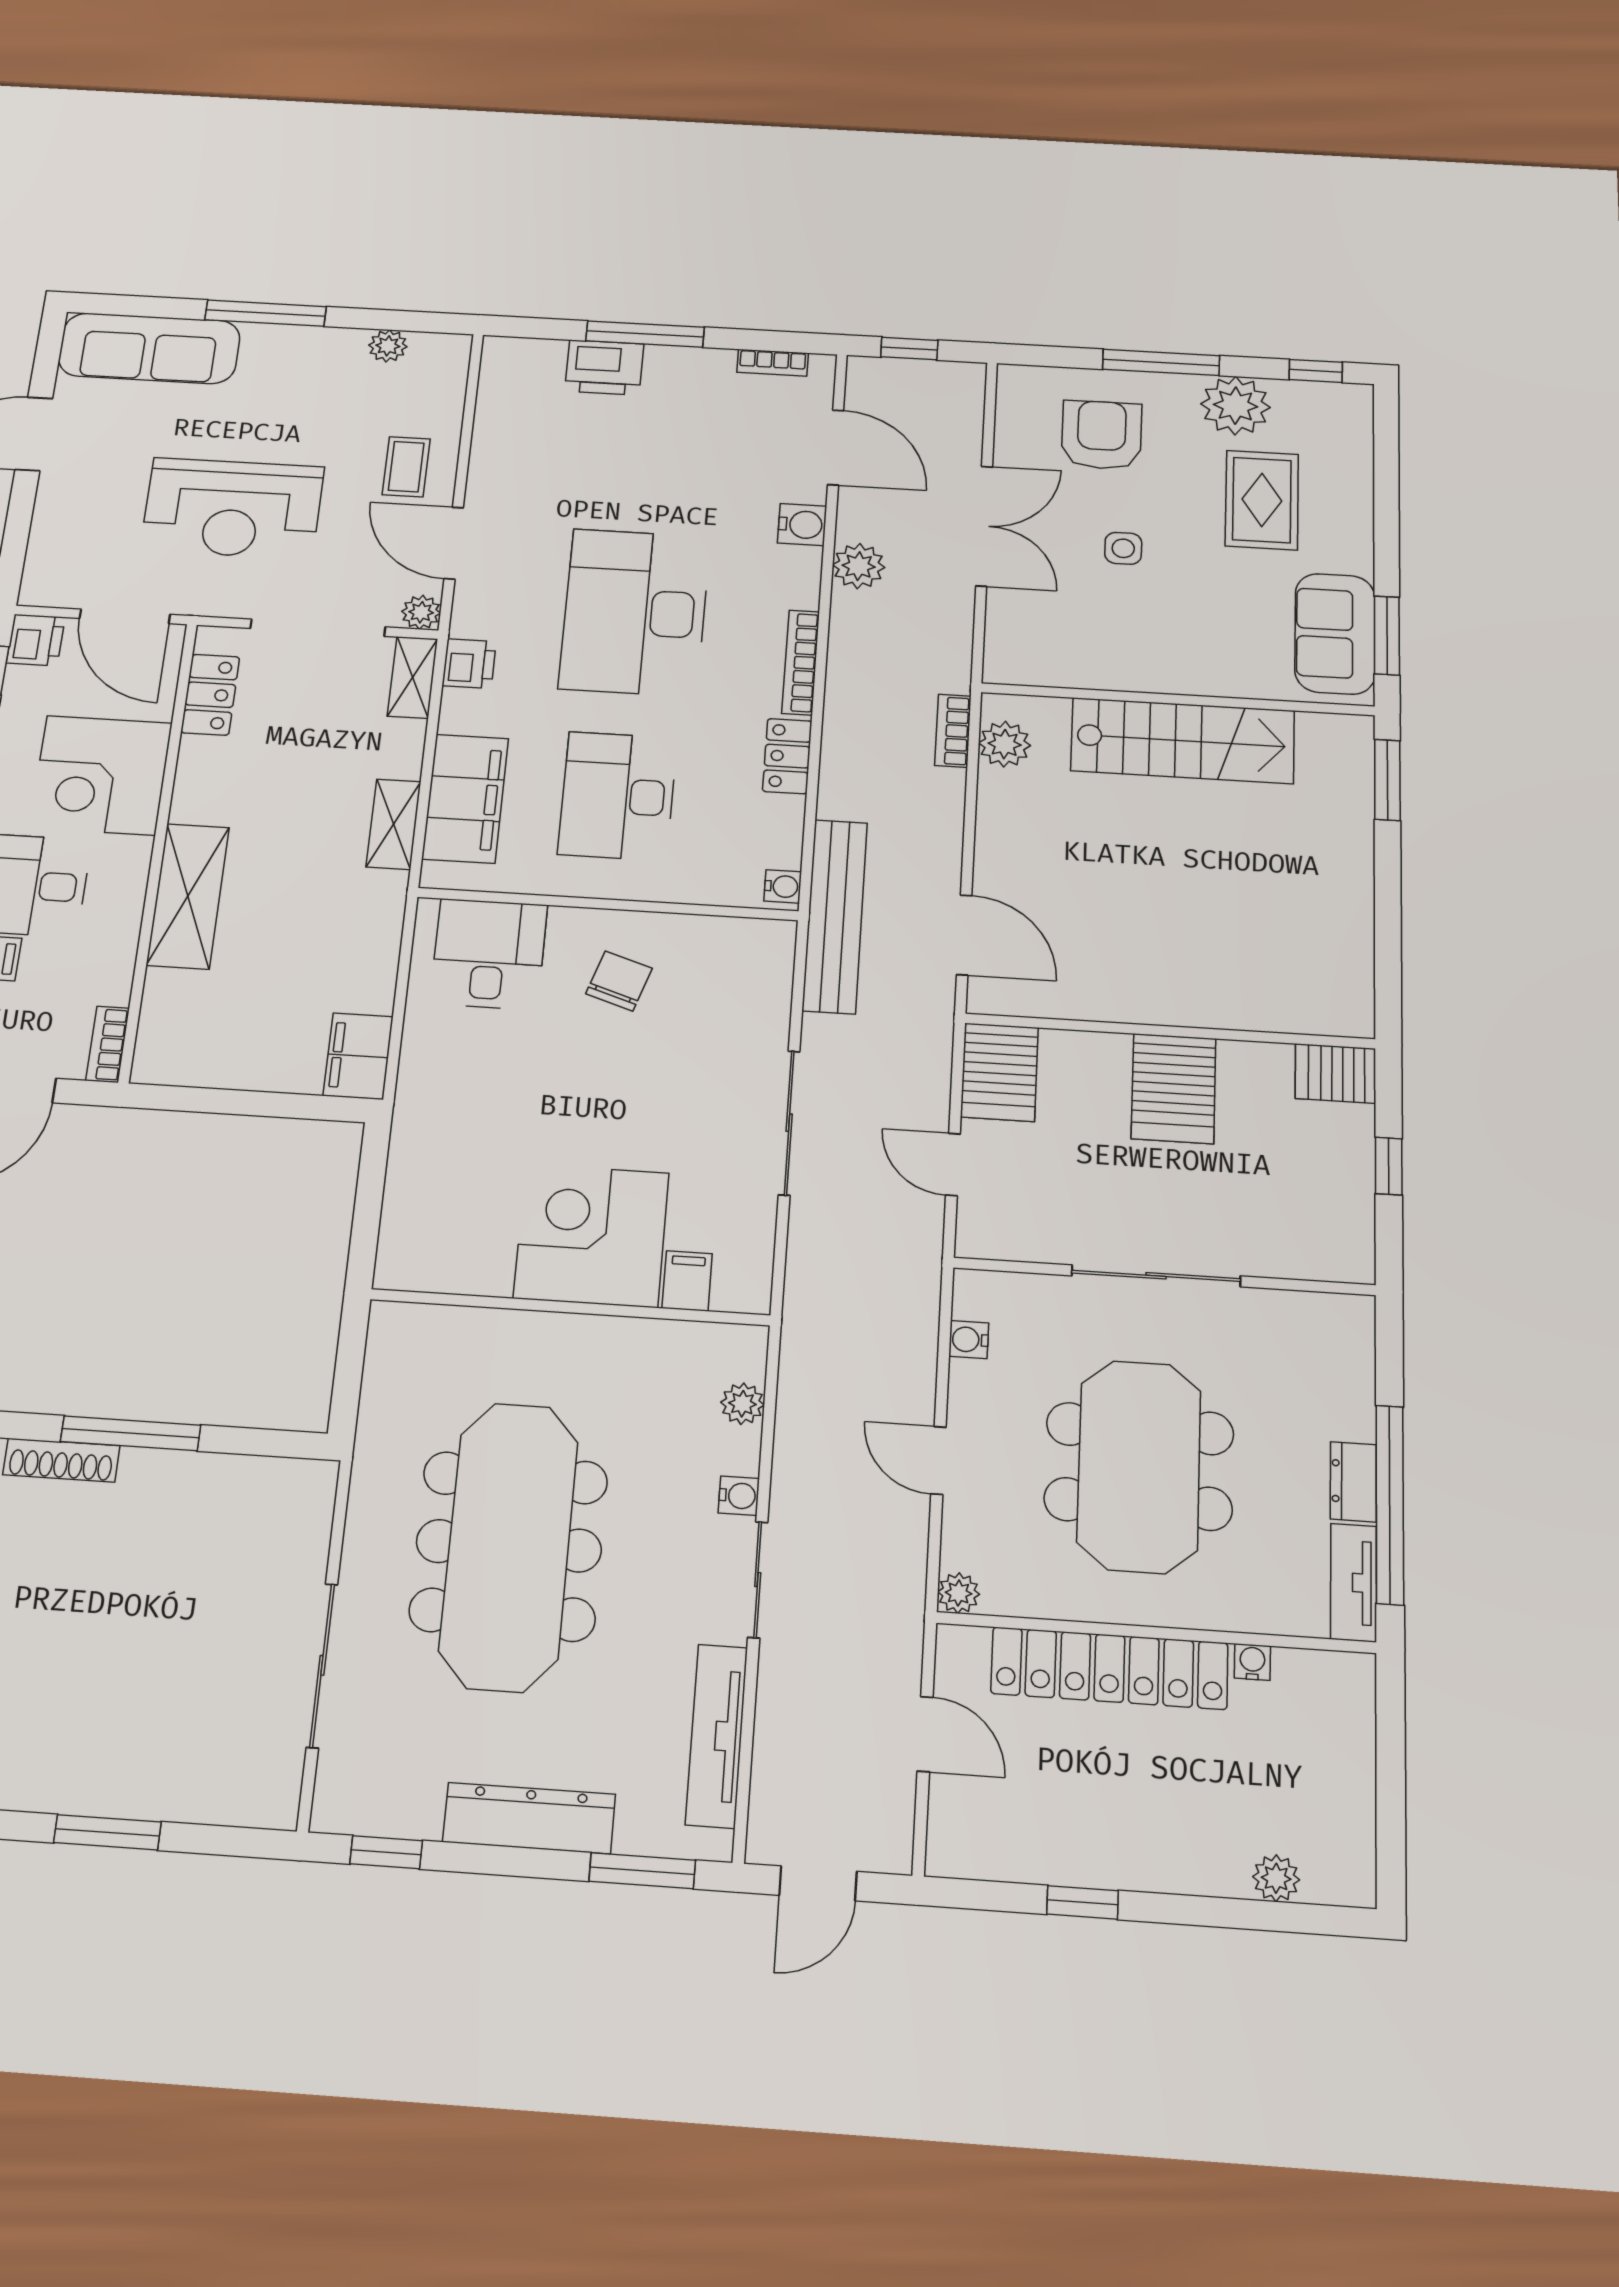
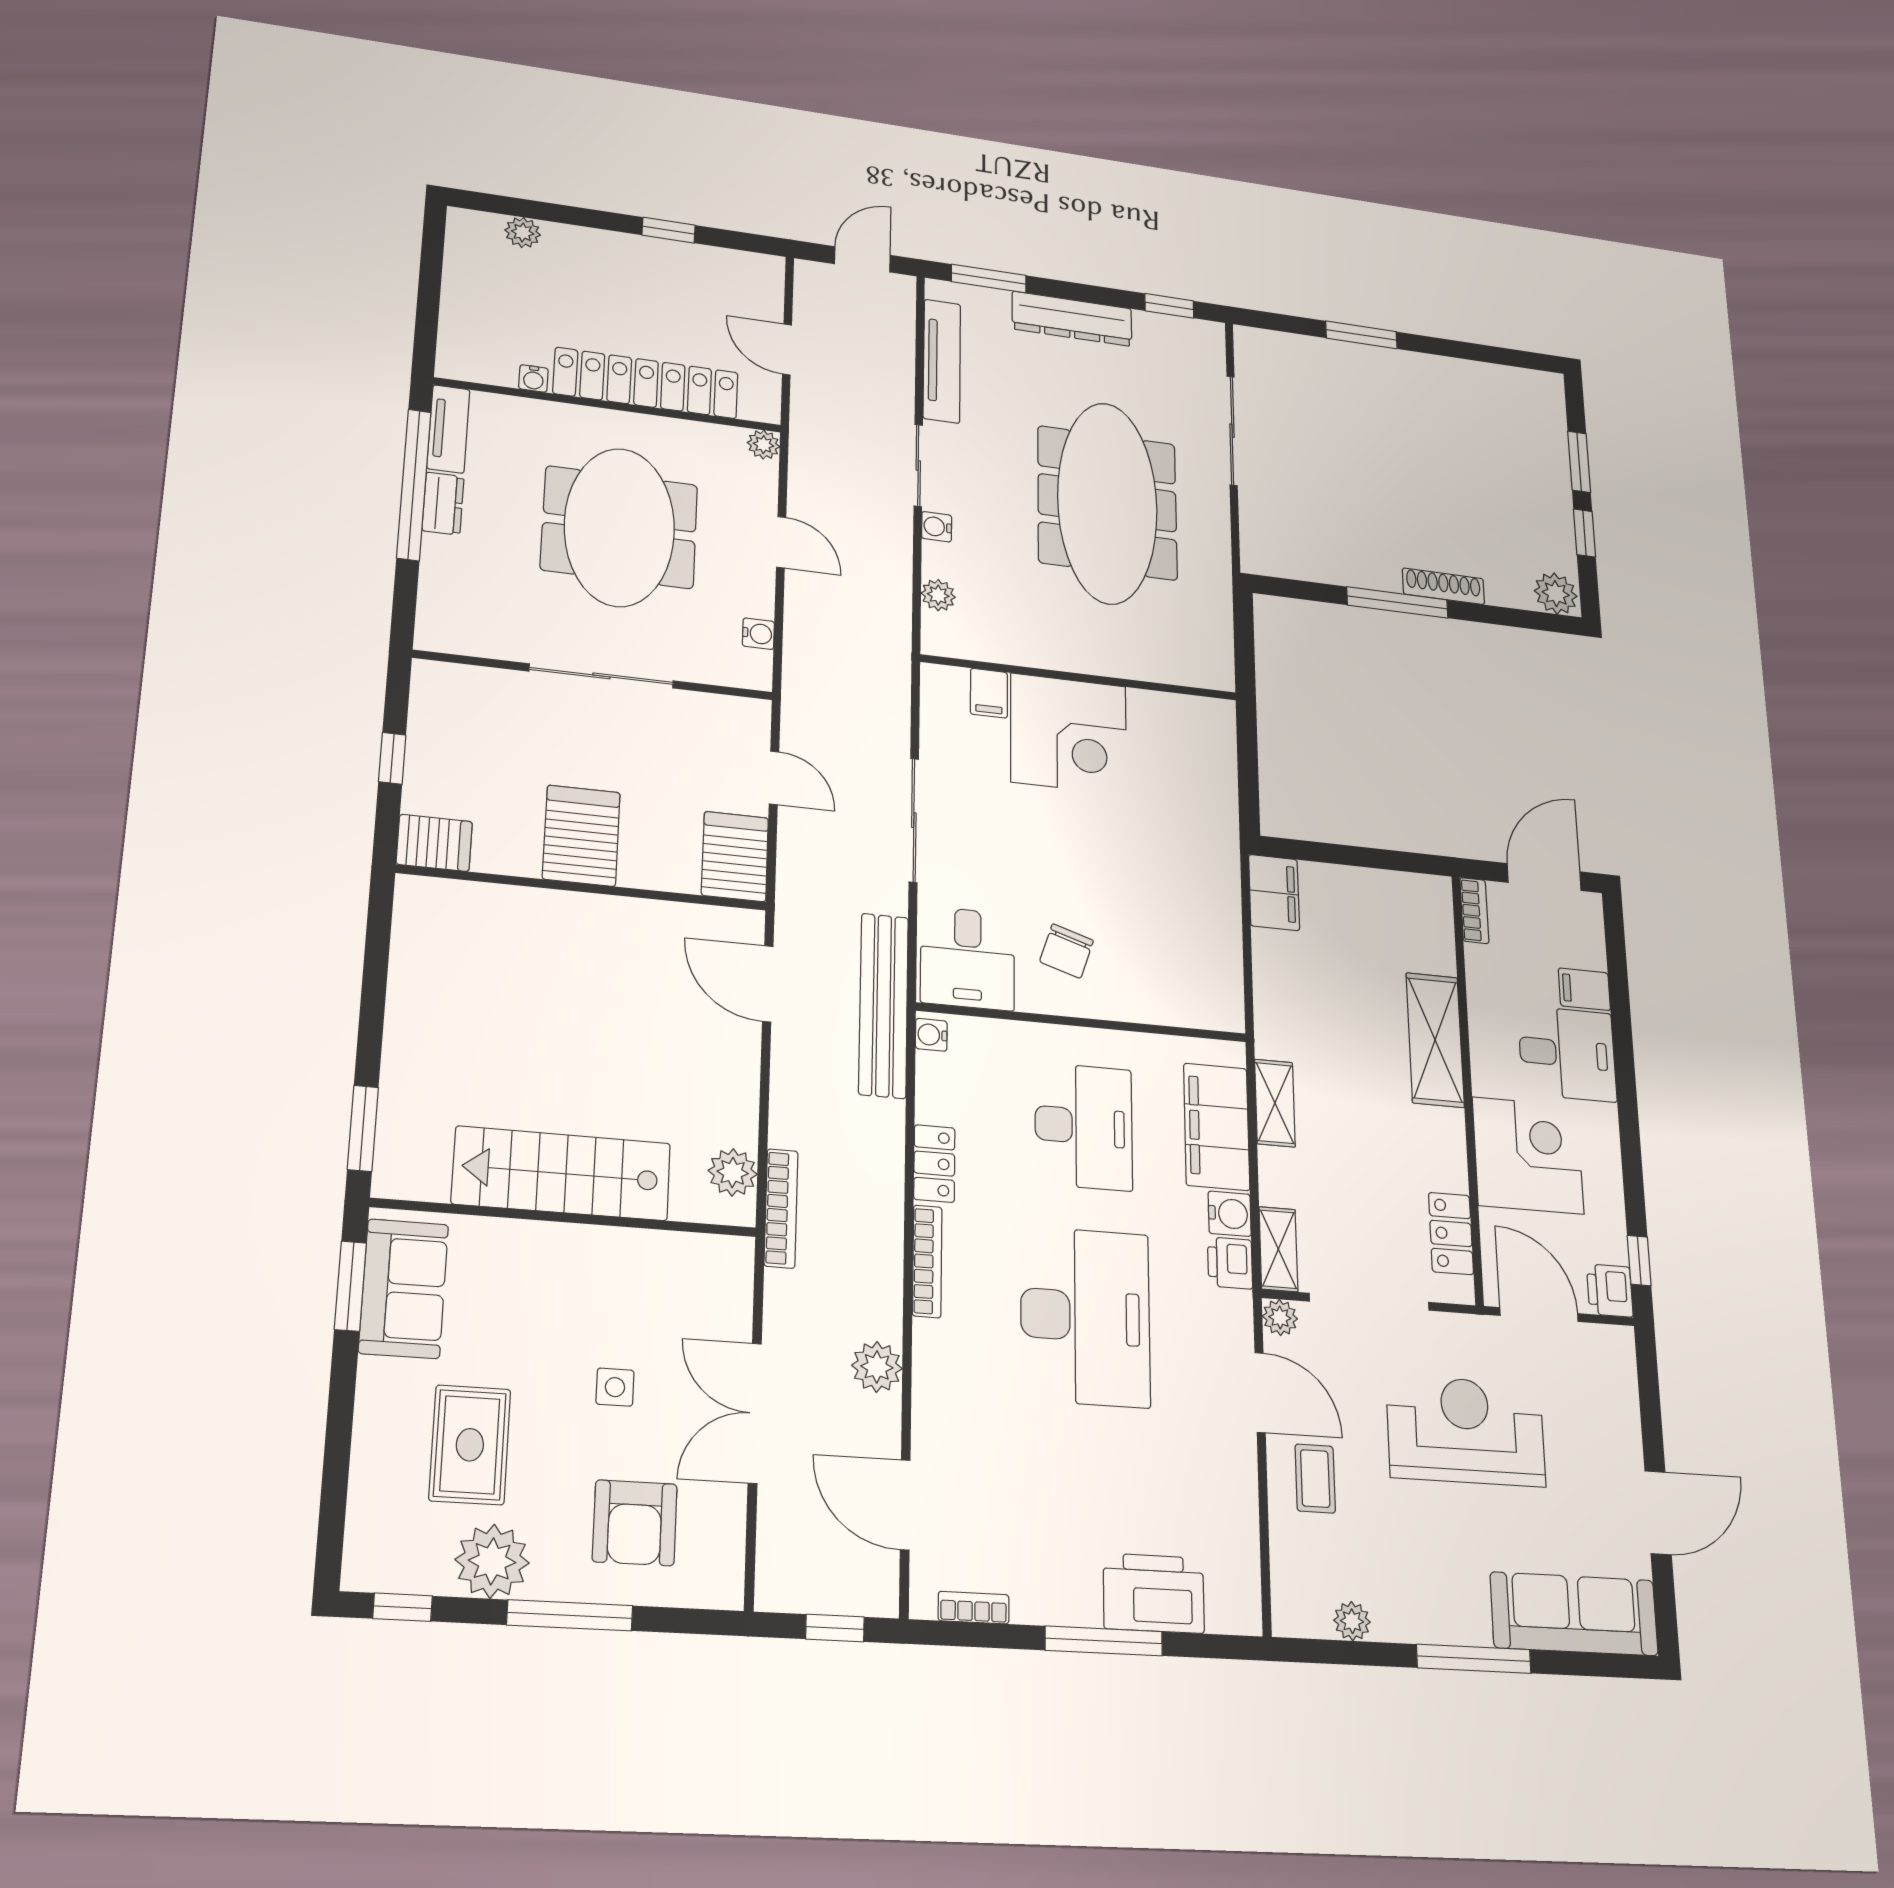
printer: (604, 367) -> (1154, 1593), width x1.37, depth x1.19
water cooler: (802, 525) -> (1230, 1214), moved, turned 180
bookcase: (953, 731) -> (781, 1208), width x1.56
desk: (489, 954) -> (968, 958), moved

